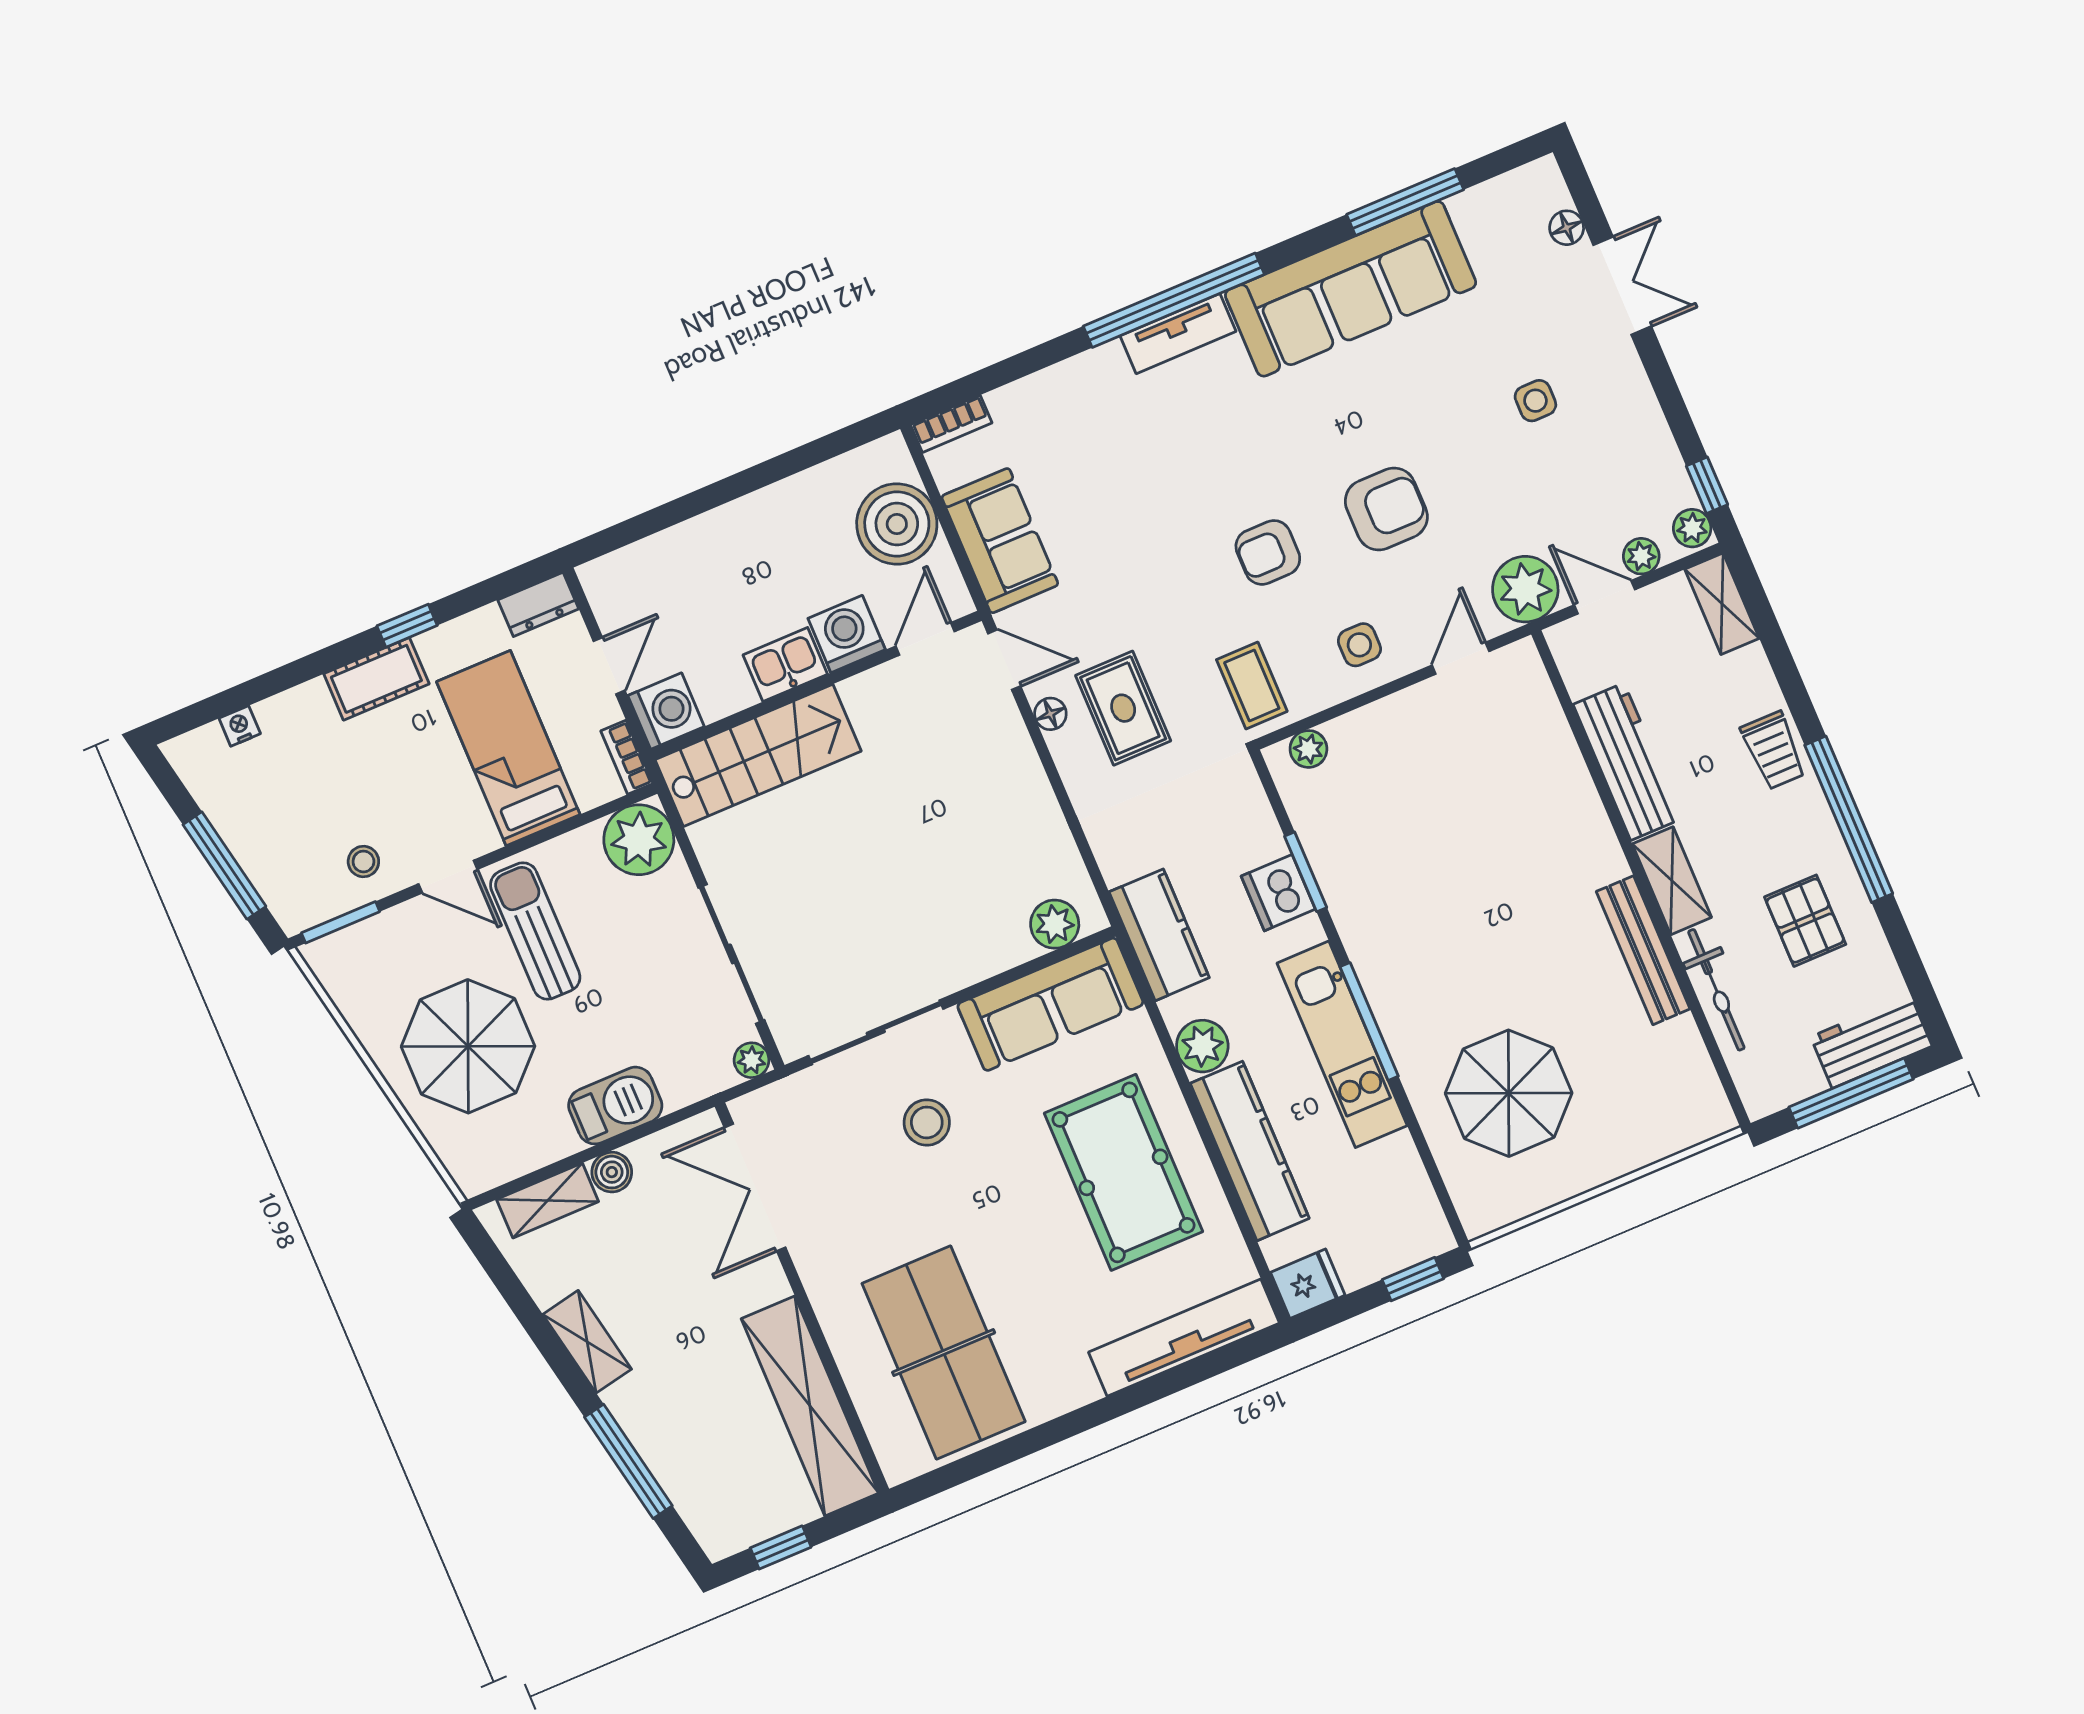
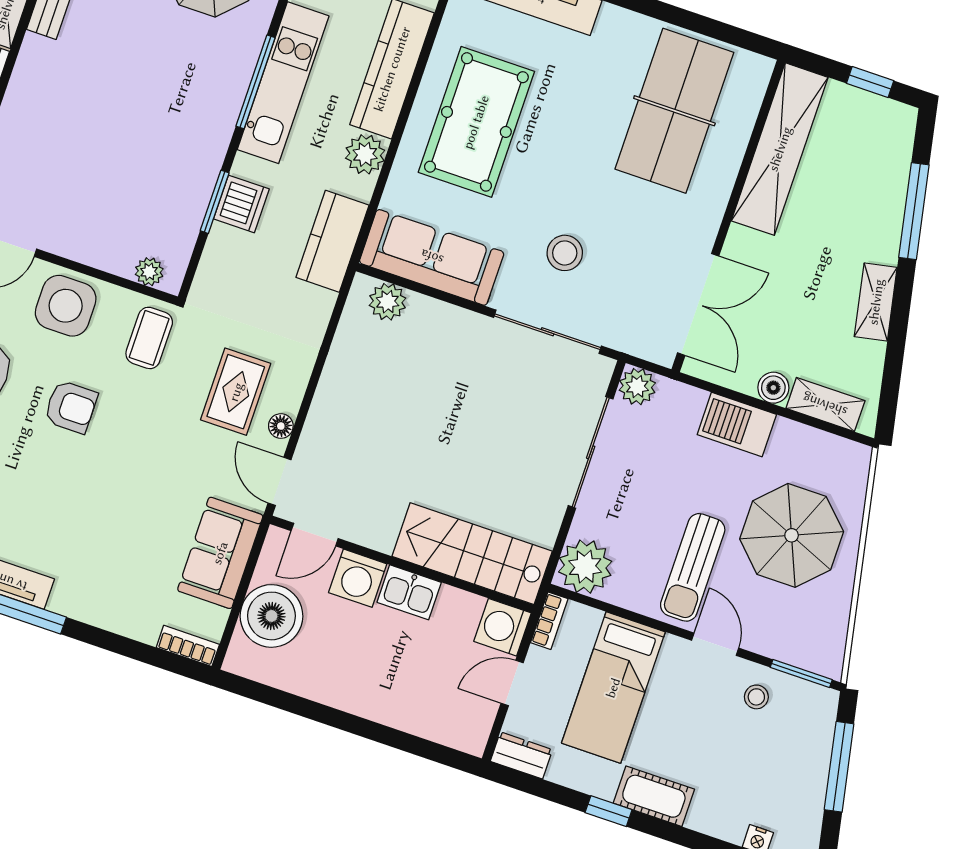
side table: (1359, 645) -> (66, 306), width x1.87, depth x1.87
plant: (752, 1060) -> (637, 387), width x1.38, depth x1.38

